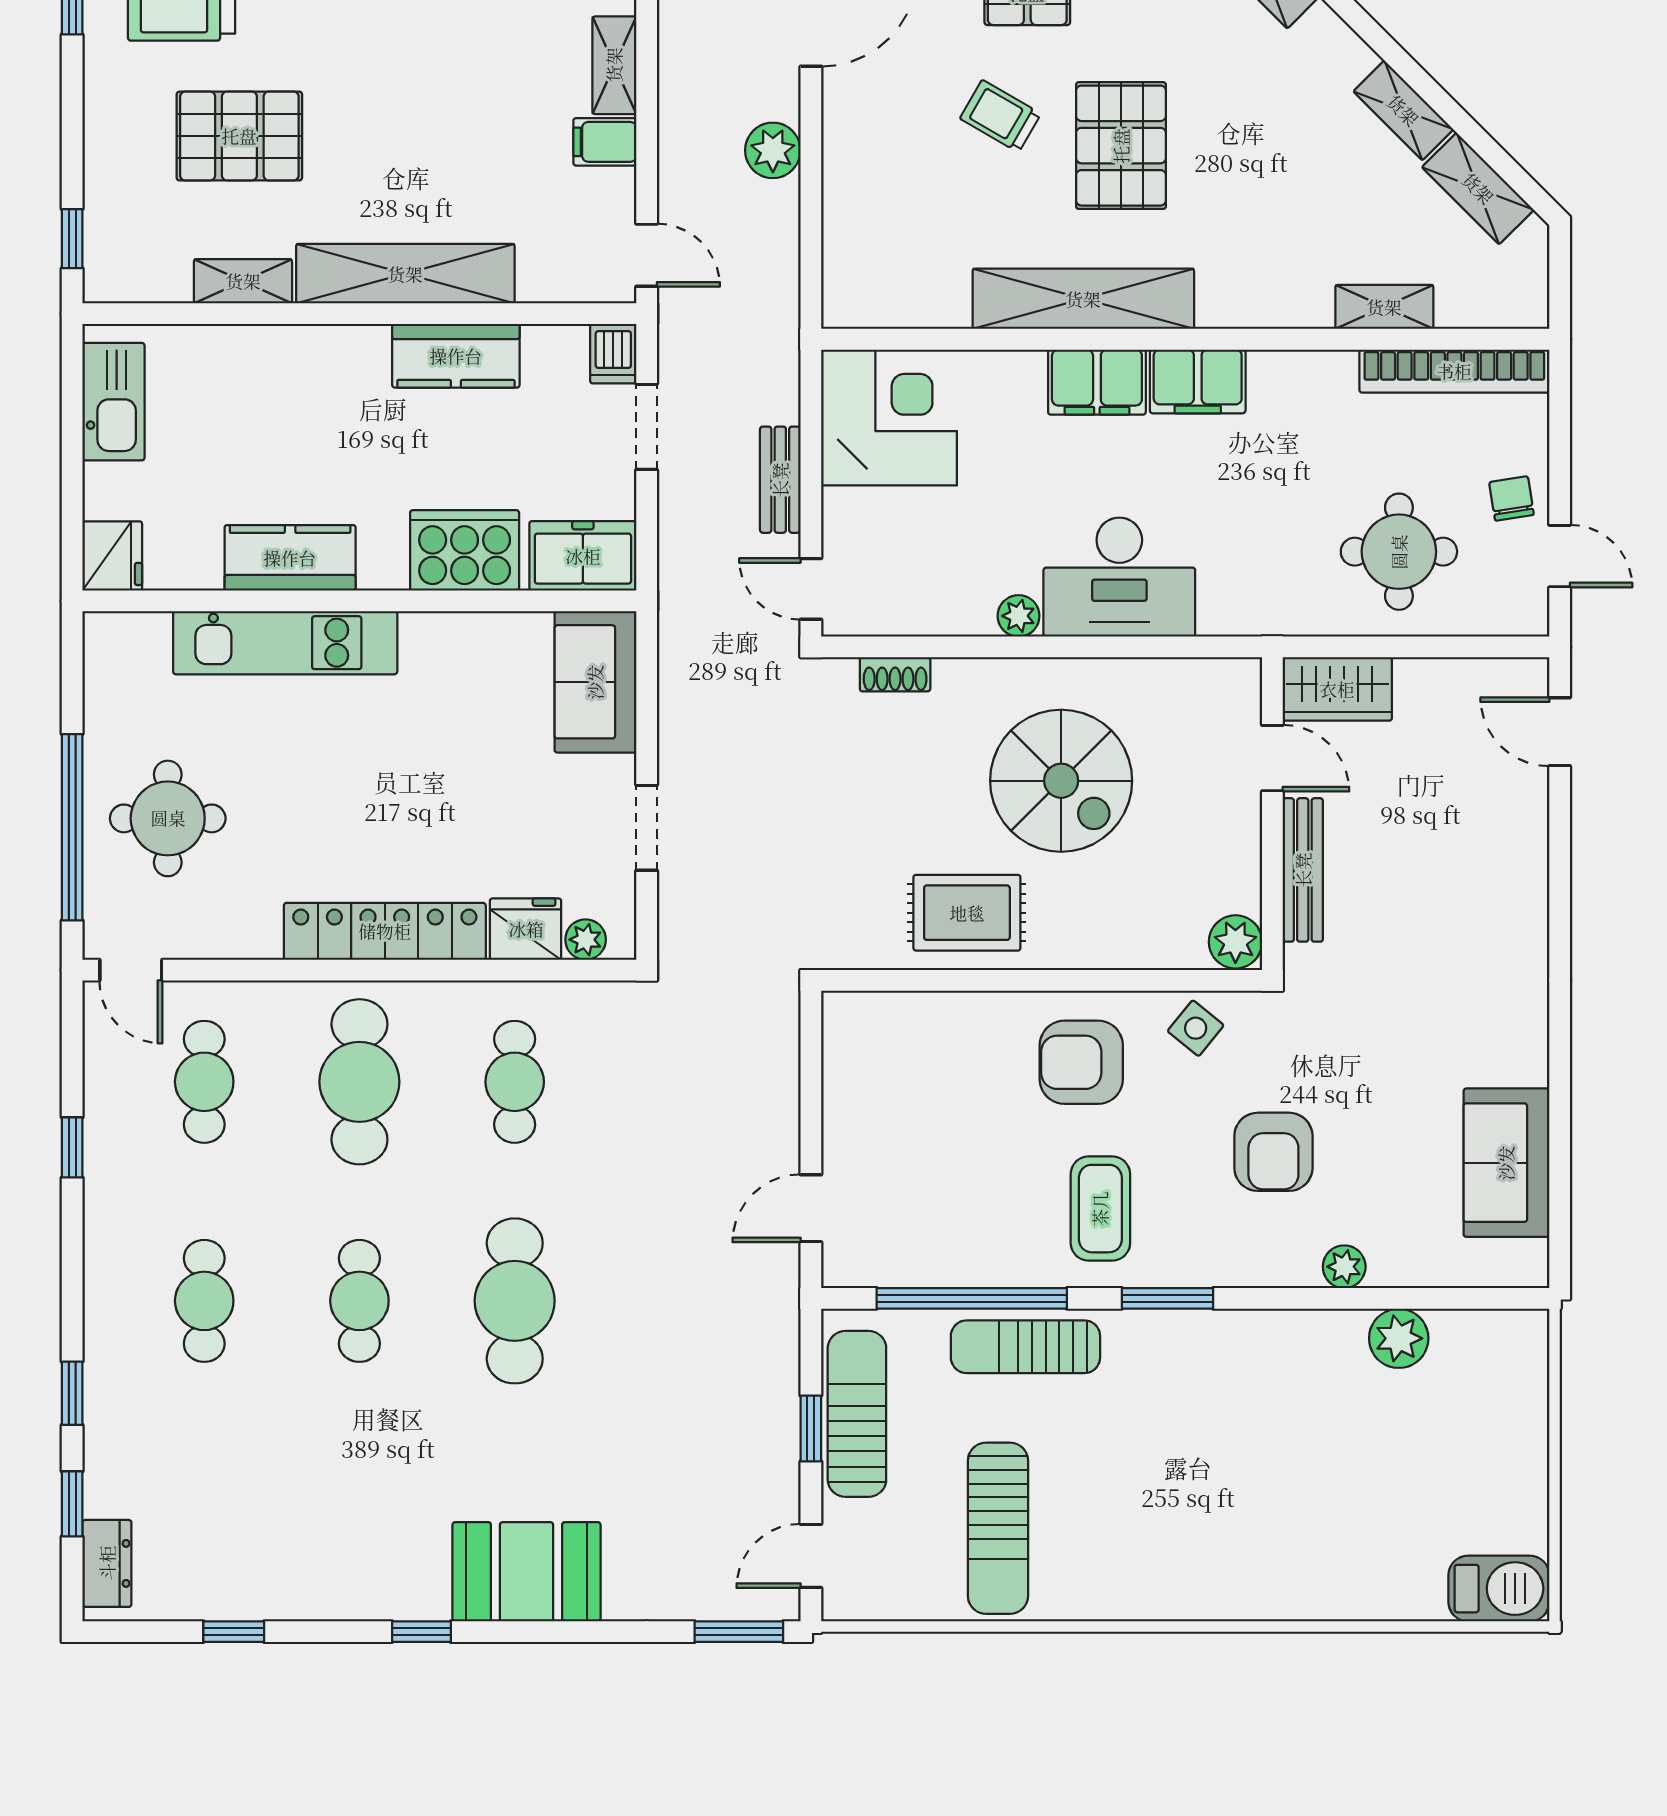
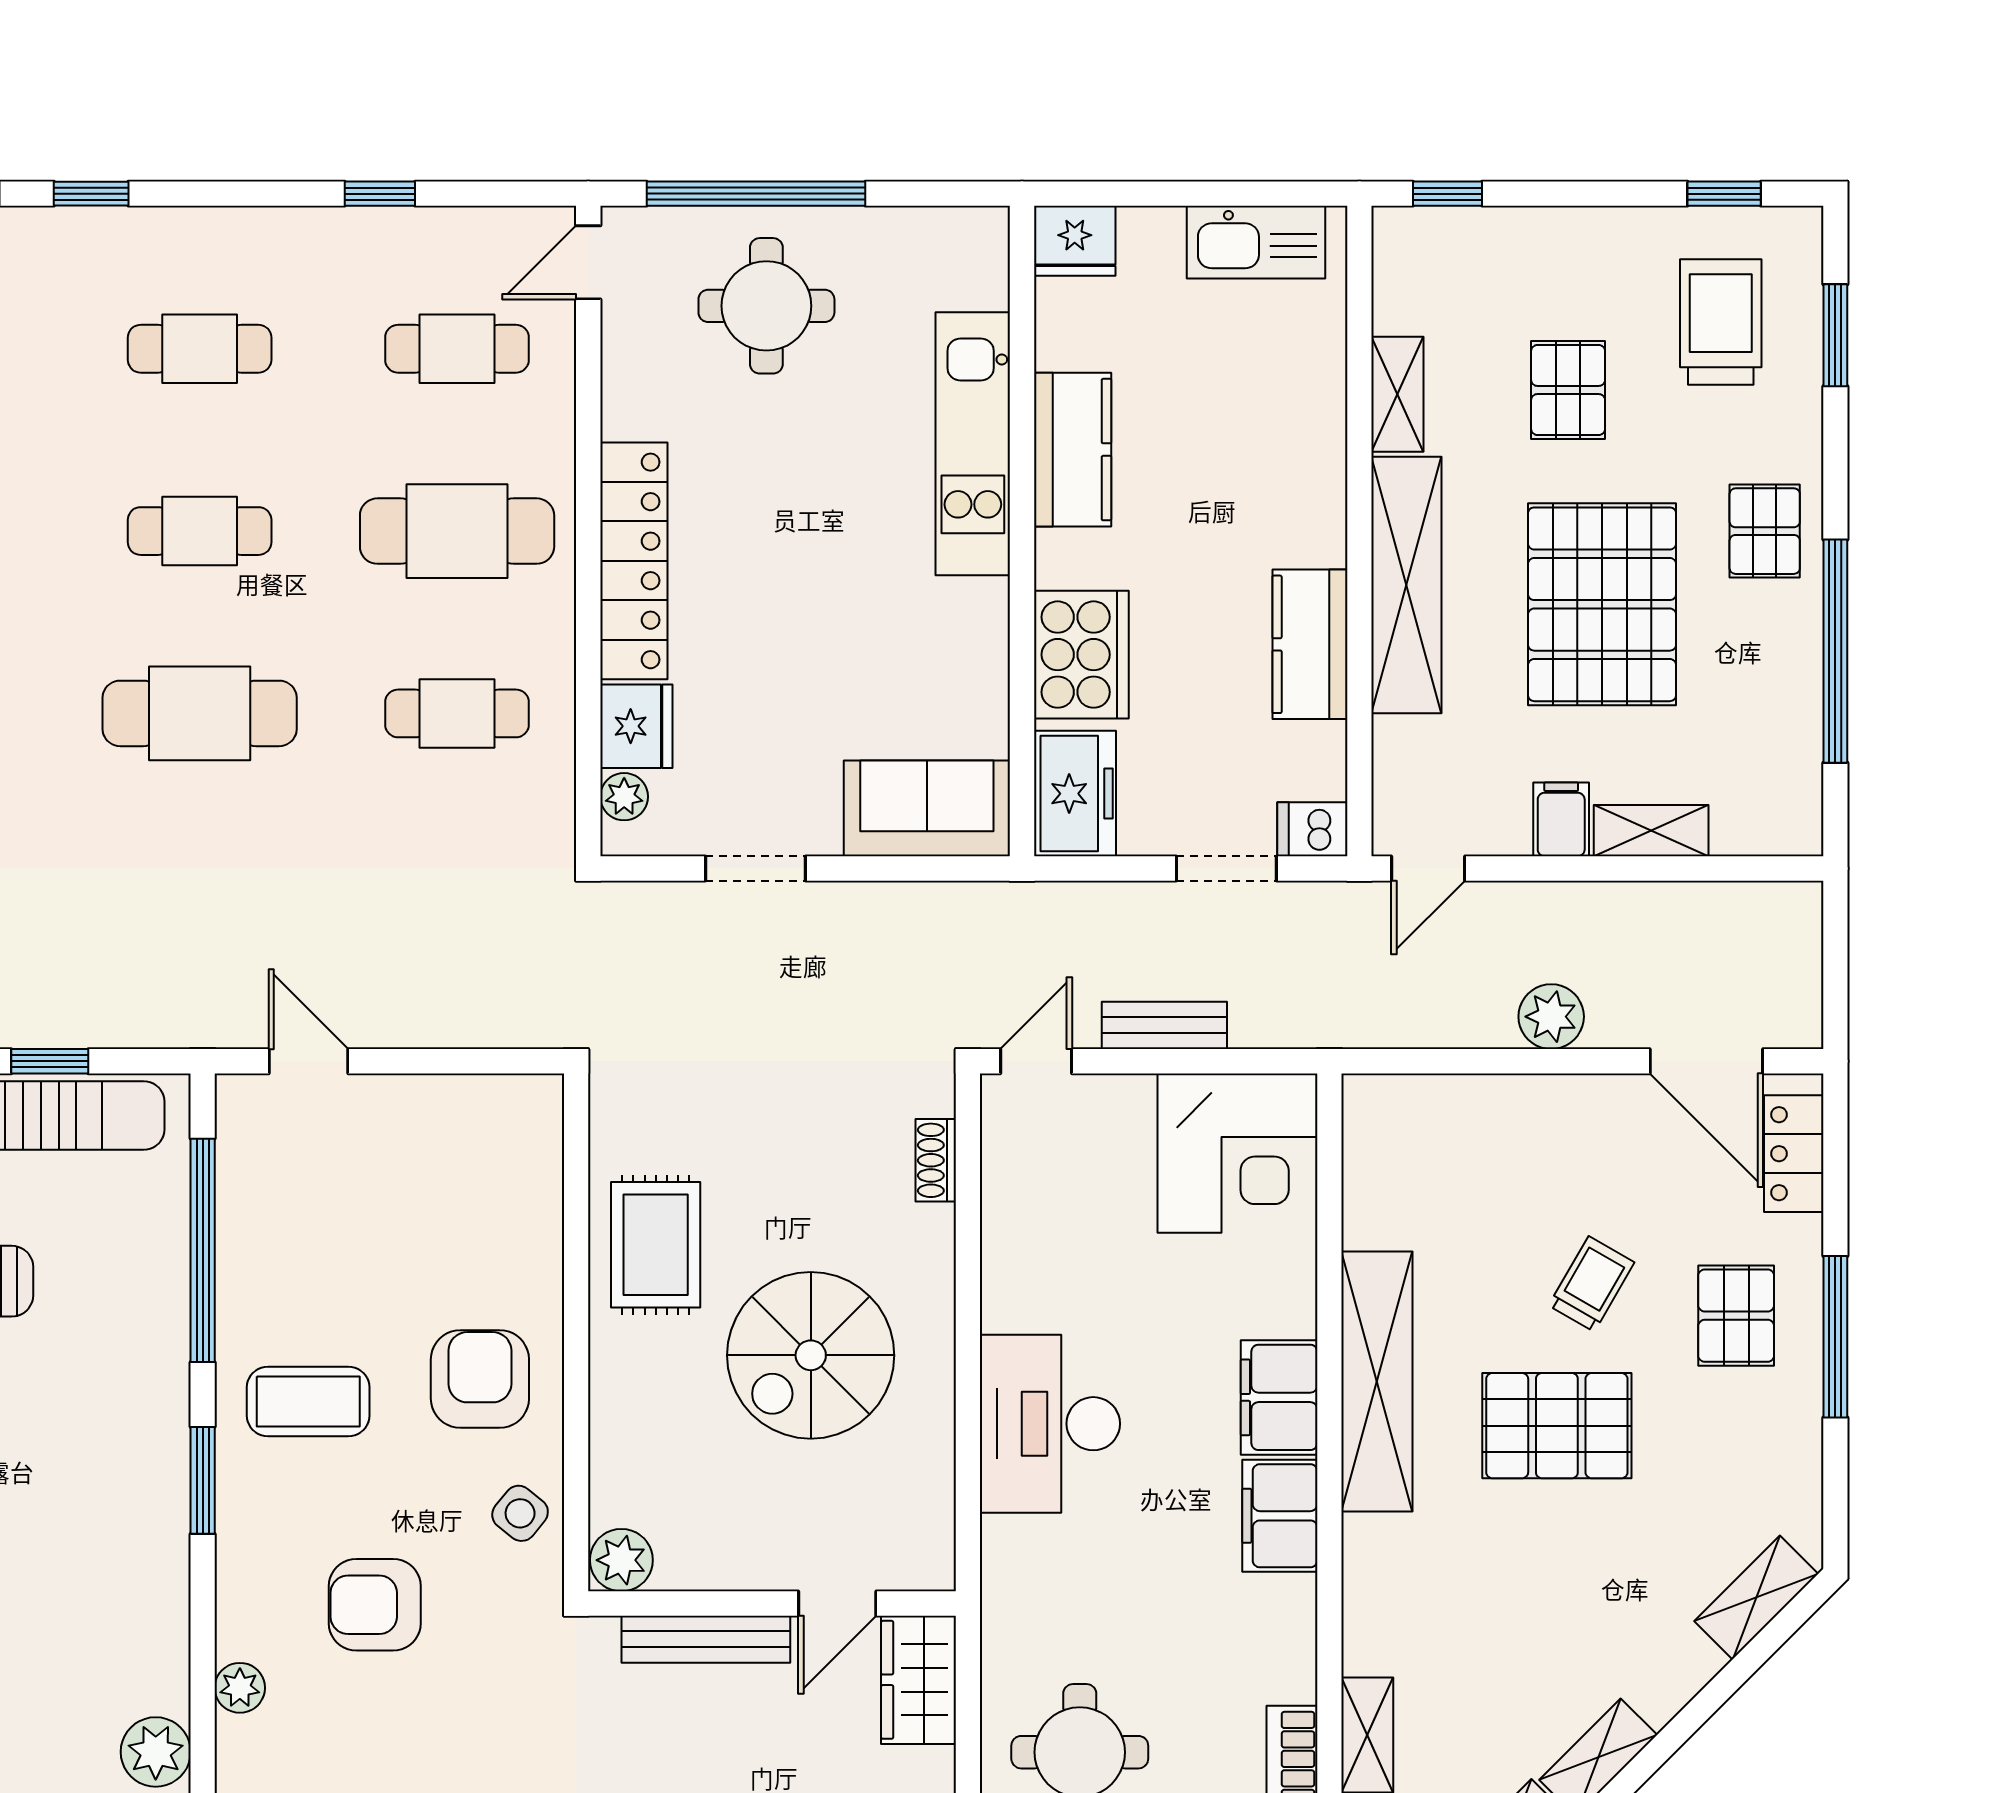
pallet: (422, 107) -> (1602, 604), added
pallet: (239, 136) -> (1568, 390), width x0.67, depth x0.71
plant: (1019, 616) -> (1004, 1305), removed
sun lounger: (1025, 1347) -> (146, 1313), removed

